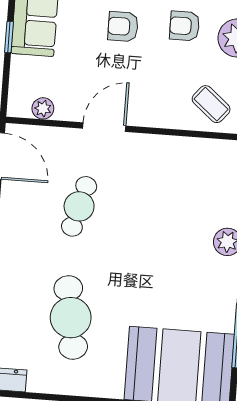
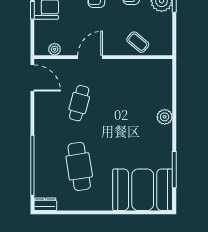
coffee table: (211, 104) -> (138, 42), moved

